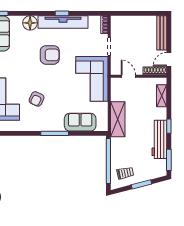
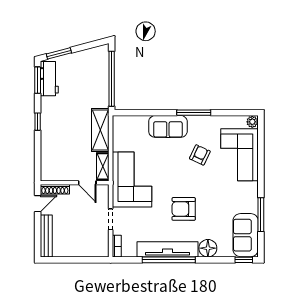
window: (62, 13) -> (169, 260), width x3.17
shelving: (162, 96) -> (103, 166), moved
sofa: (80, 122) -> (168, 126), moved
window: (55, 133) -> (194, 113), moved
workbench: (159, 139) -> (49, 79), moved, width x0.73
trolley: (125, 173) -> (91, 64), removed
window: (141, 184) -> (59, 53), moved

